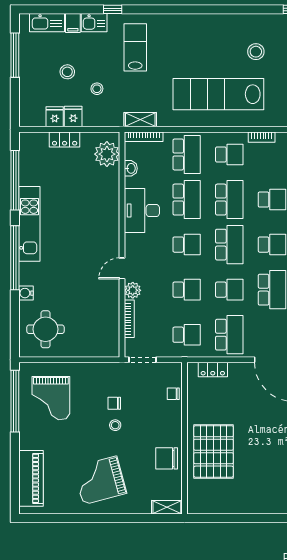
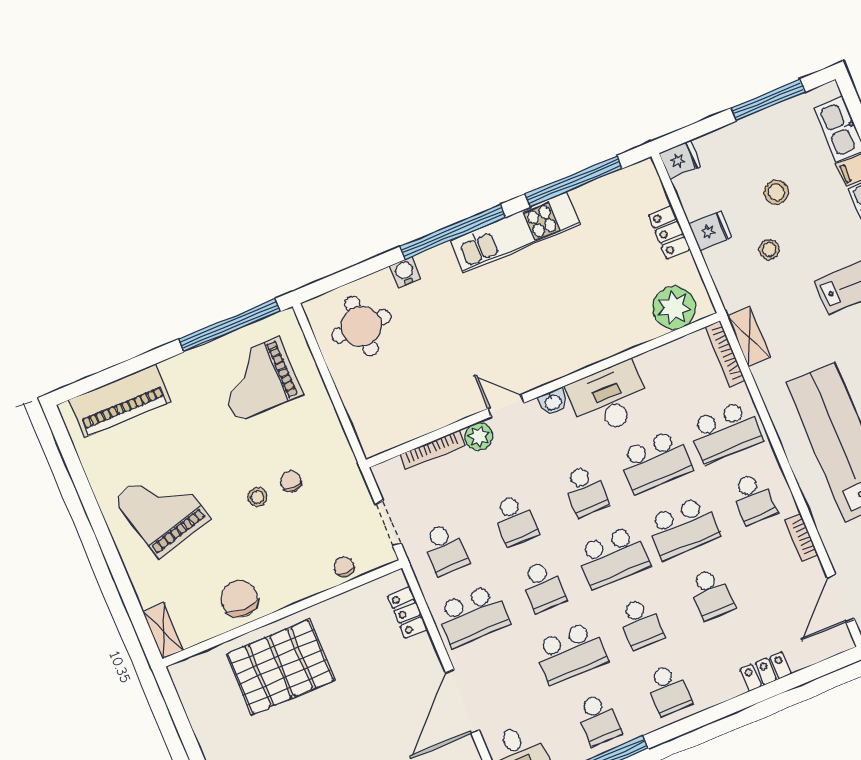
fridge: (55, 117) -> (680, 160), moved
washbasin: (131, 168) -> (553, 402), moved
doorway: (143, 360) -> (388, 523), moved

